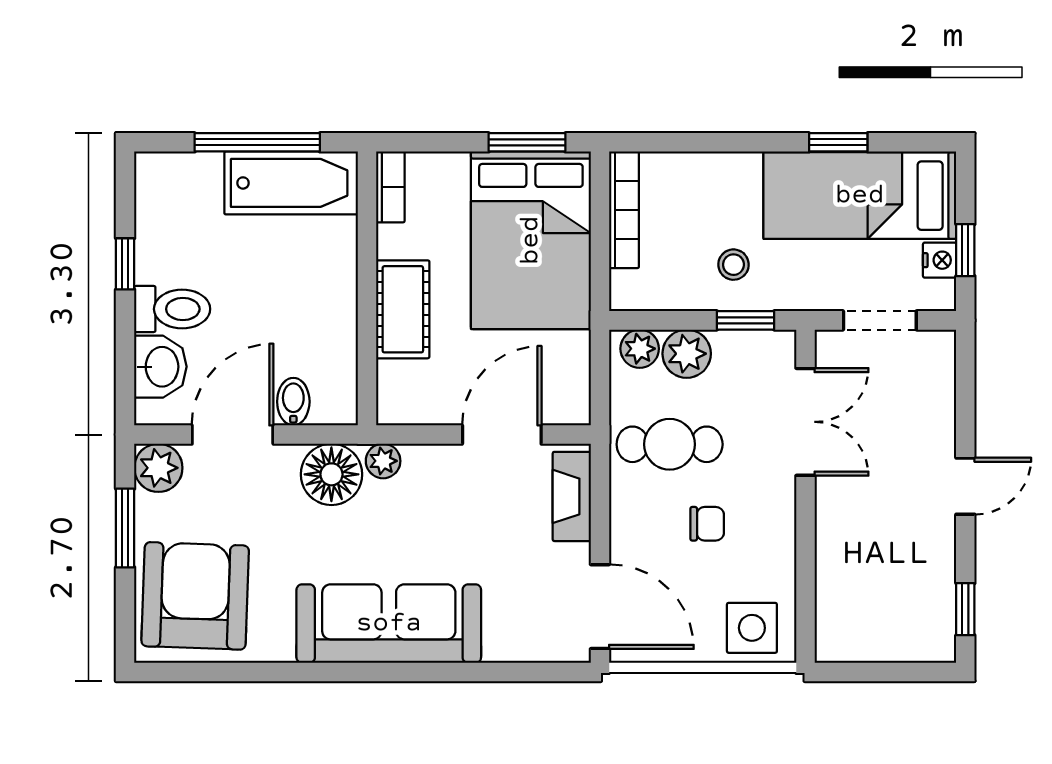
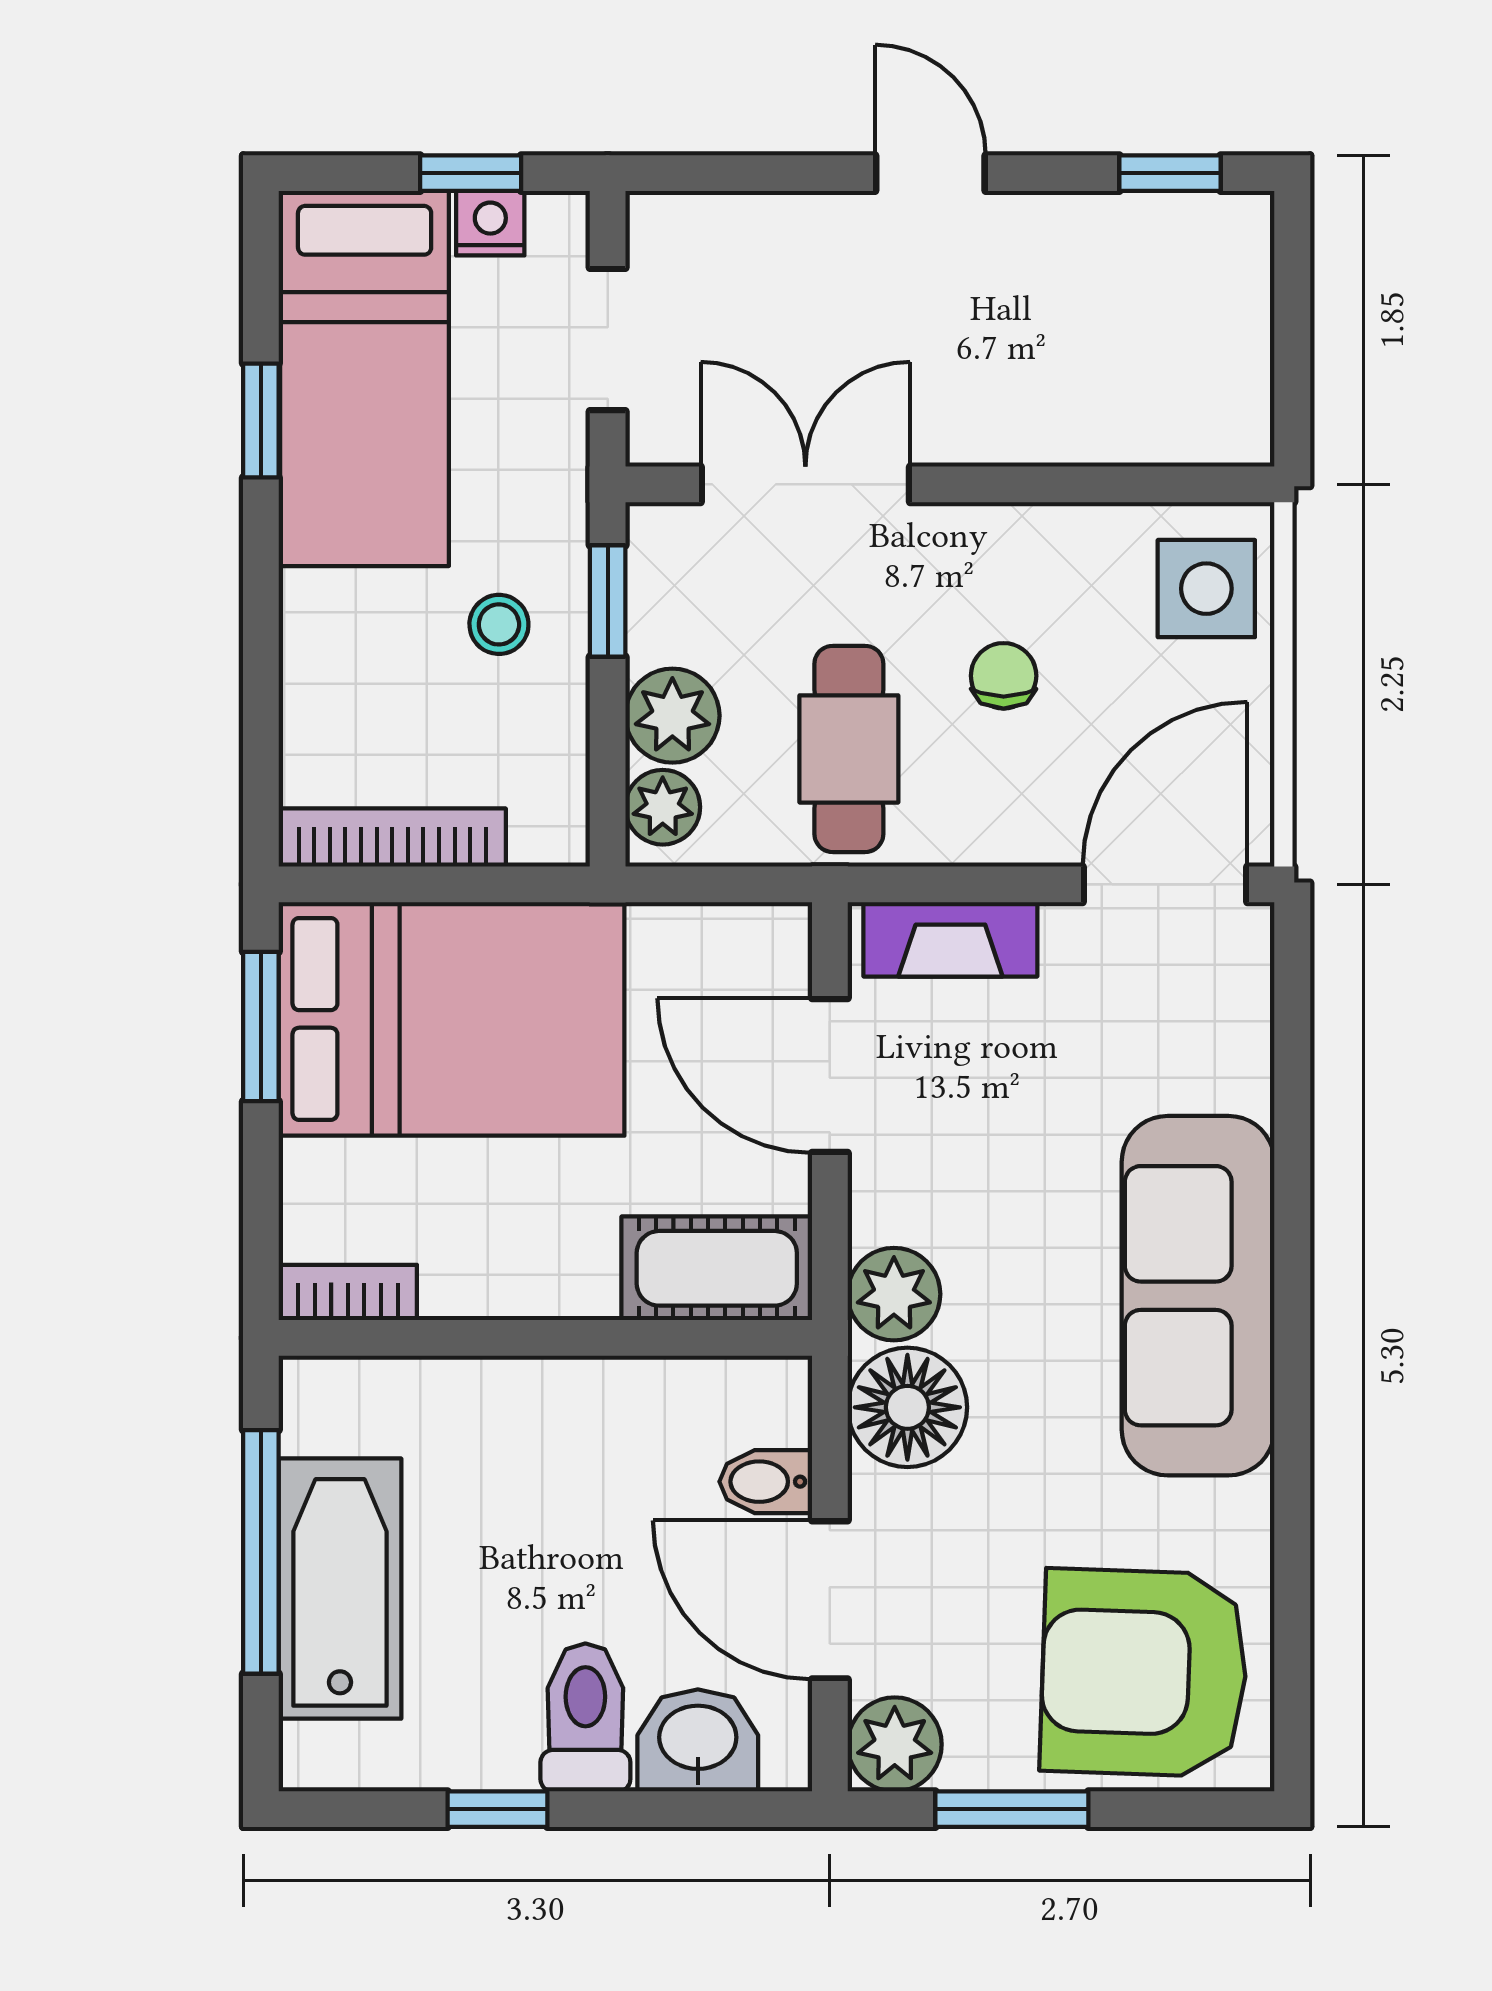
bathtub: (291, 183) -> (340, 1589), moved
cot: (403, 309) -> (717, 1268), moved
plant: (383, 461) -> (894, 1294), width x1.38, depth x1.38

